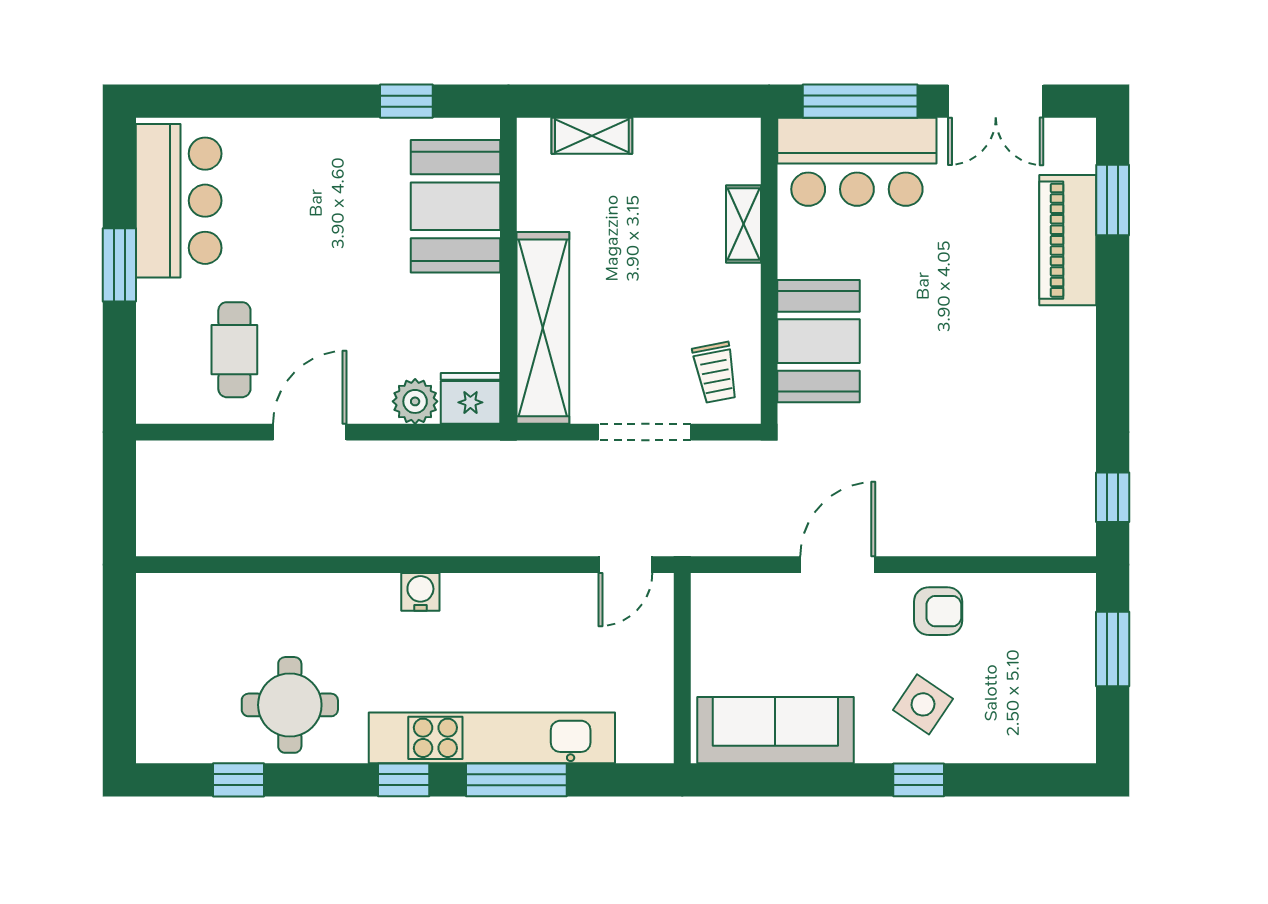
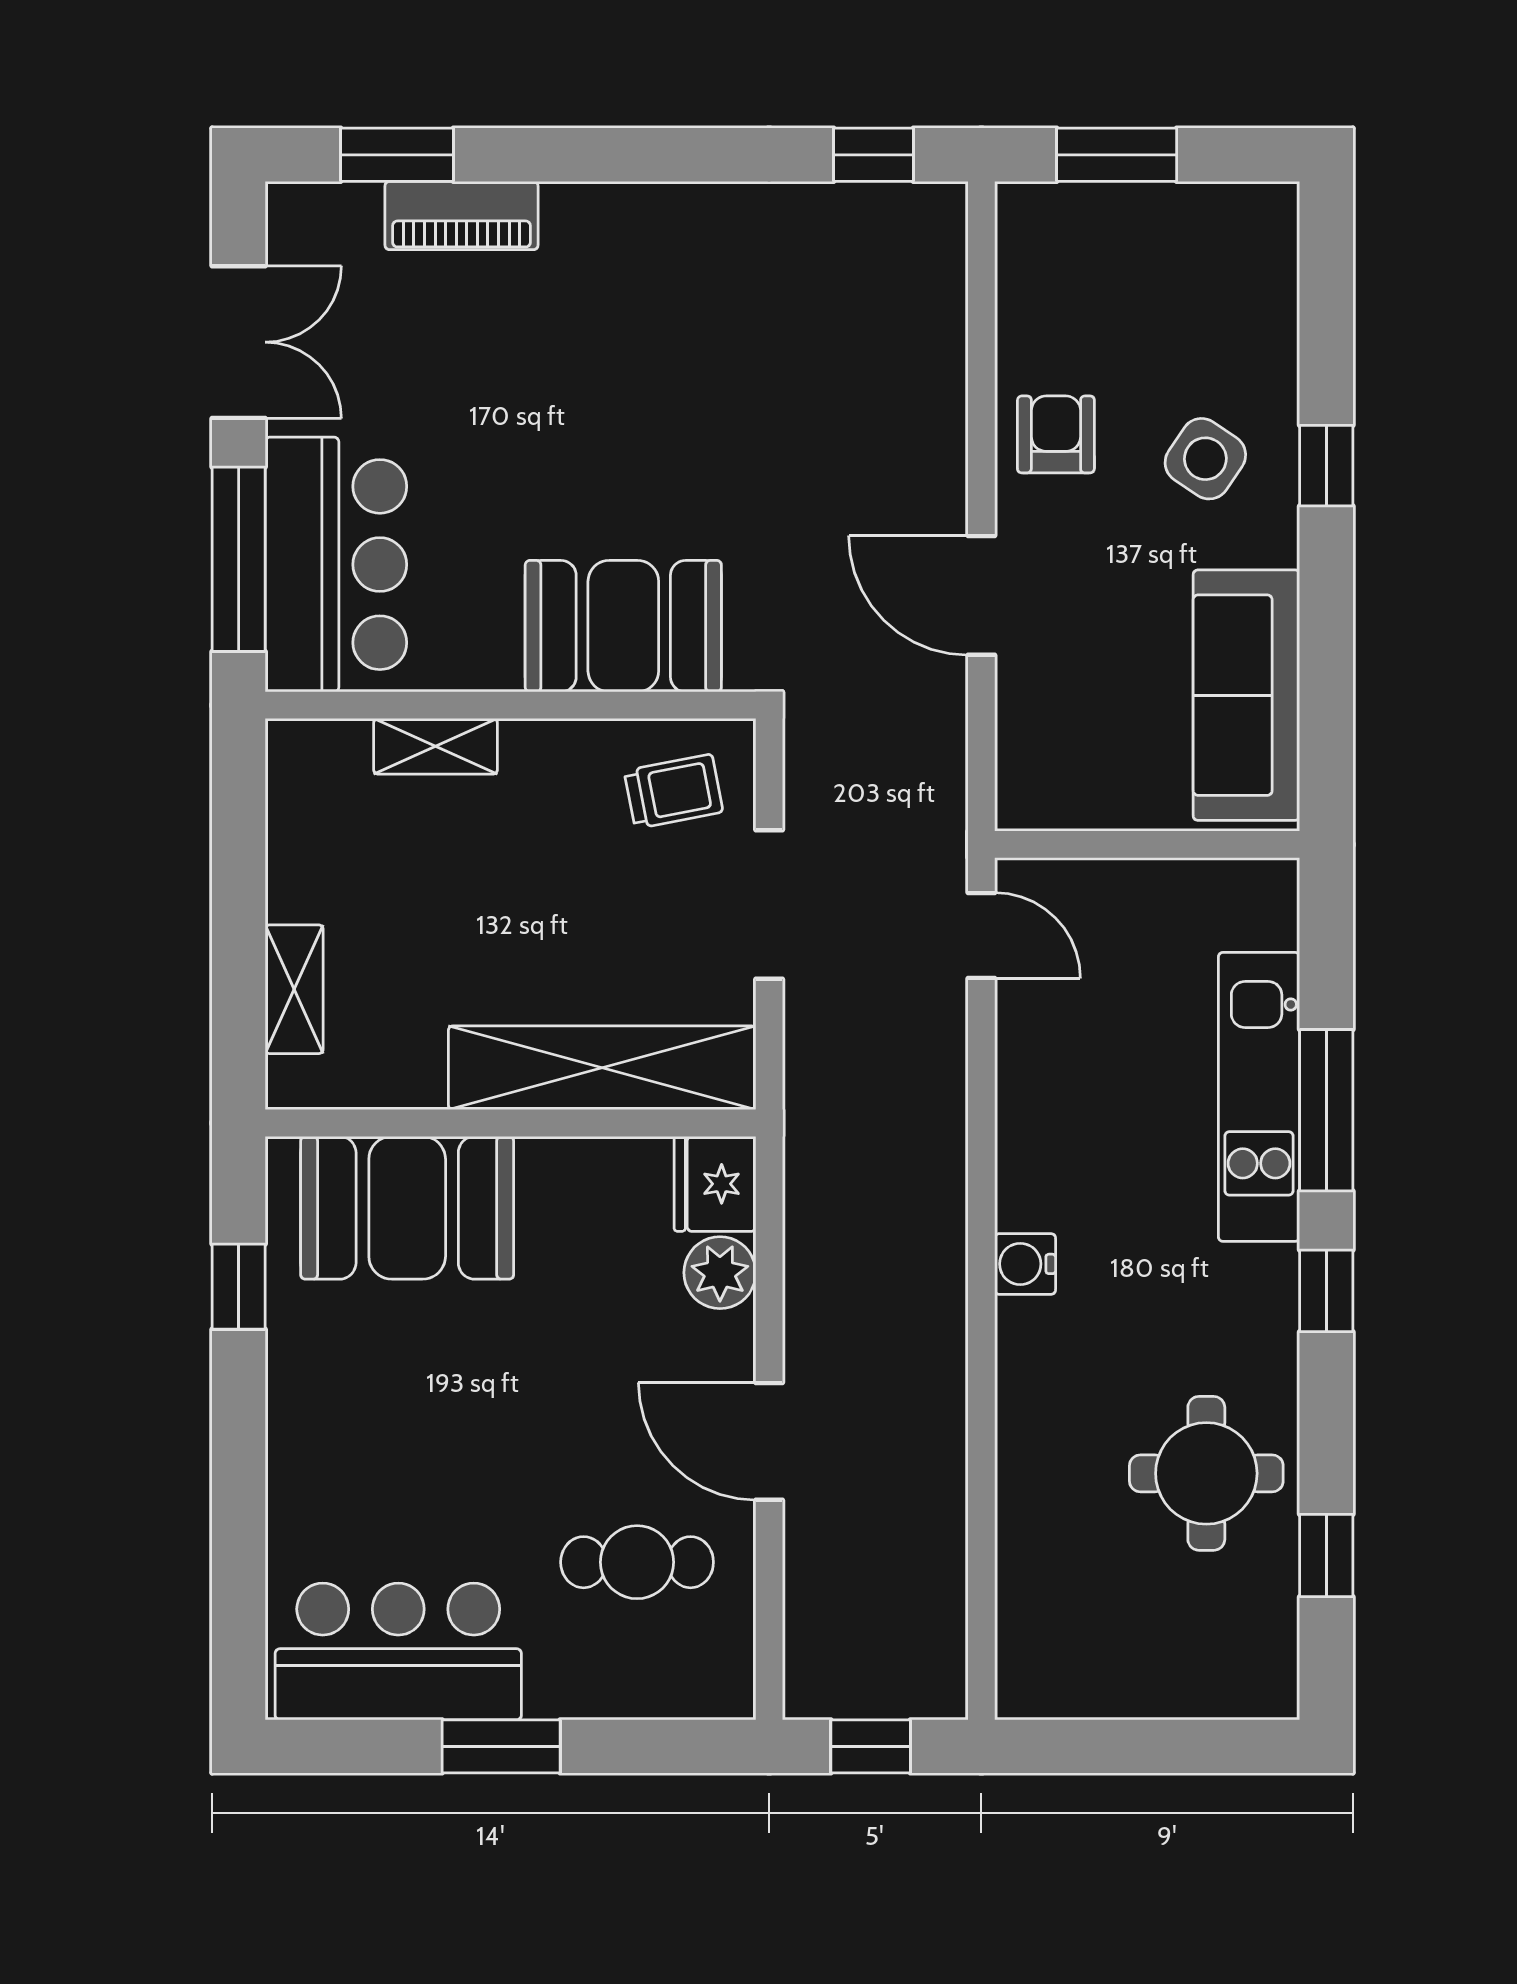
piano: (1068, 240) -> (462, 216), width x0.73, depth x0.75
window: (119, 495) -> (871, 1746), added
kitchen unit: (492, 738) -> (1259, 1097), width x0.73

